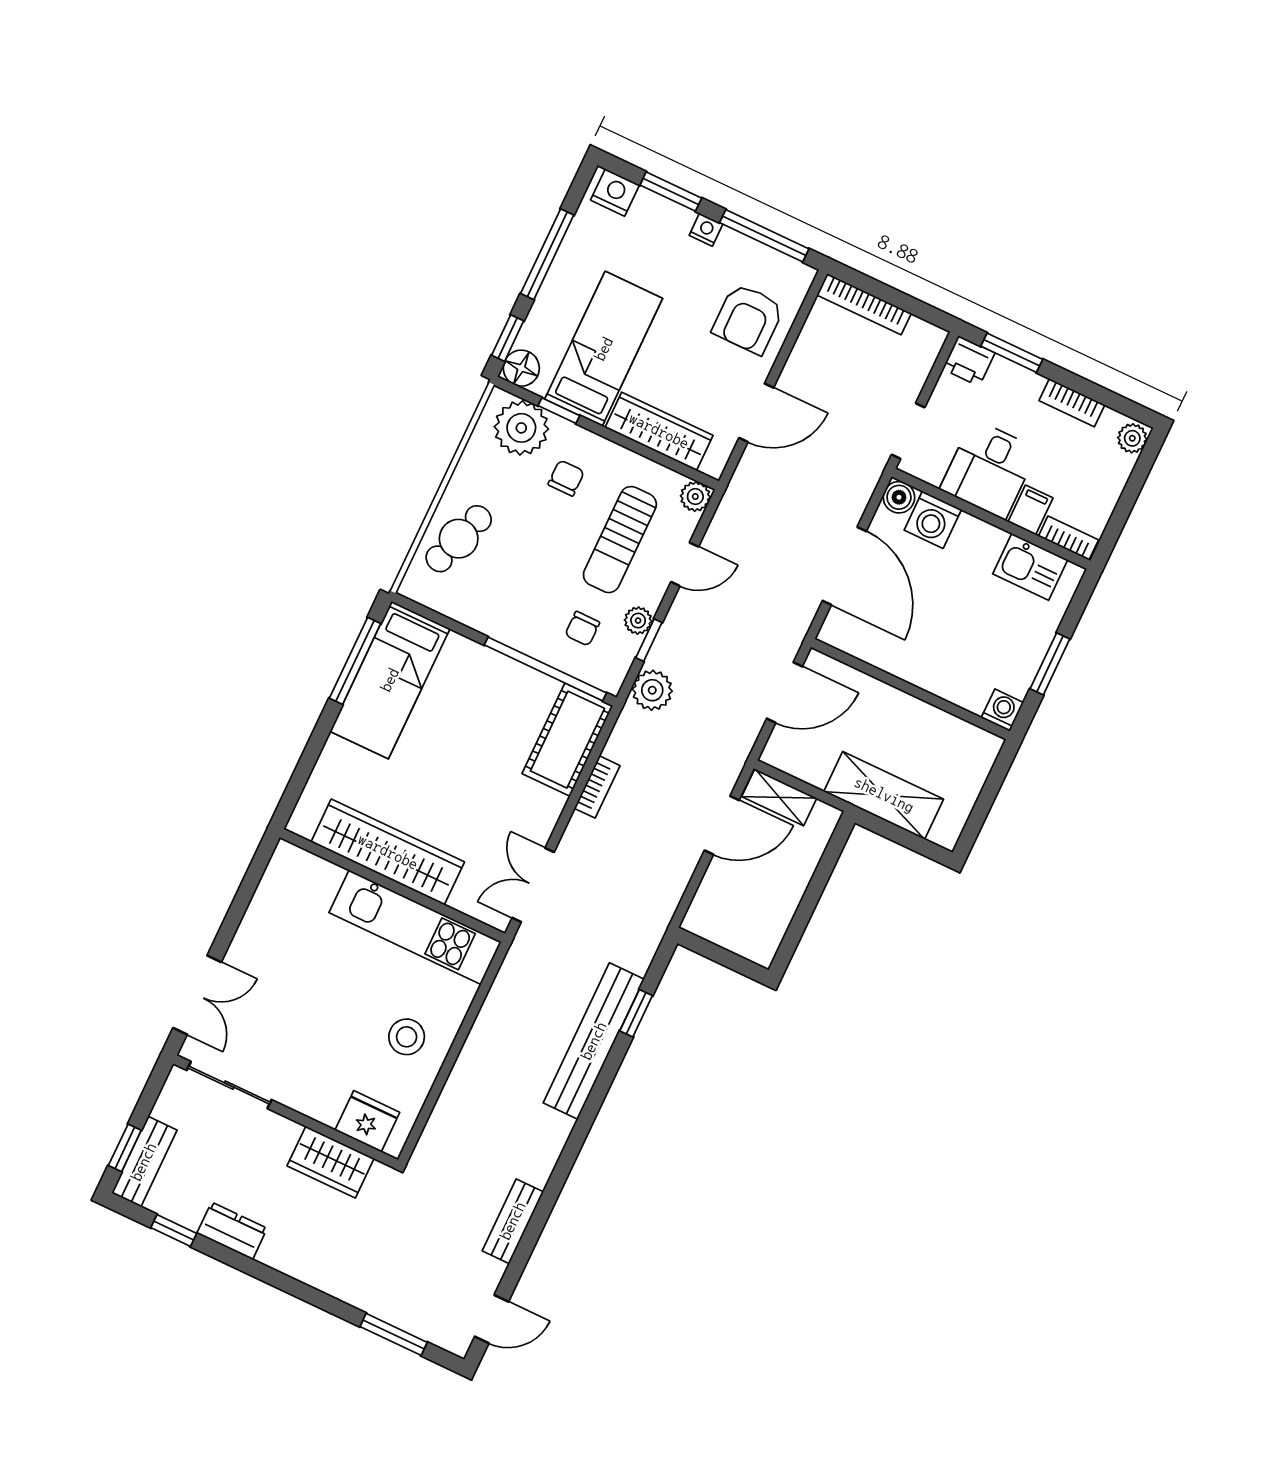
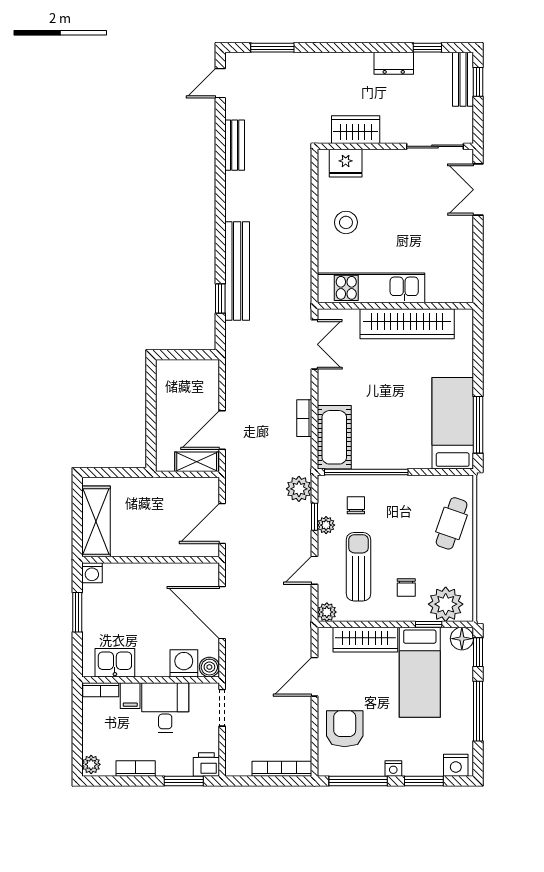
shelving: (884, 795) -> (96, 521), moved, turned 90

